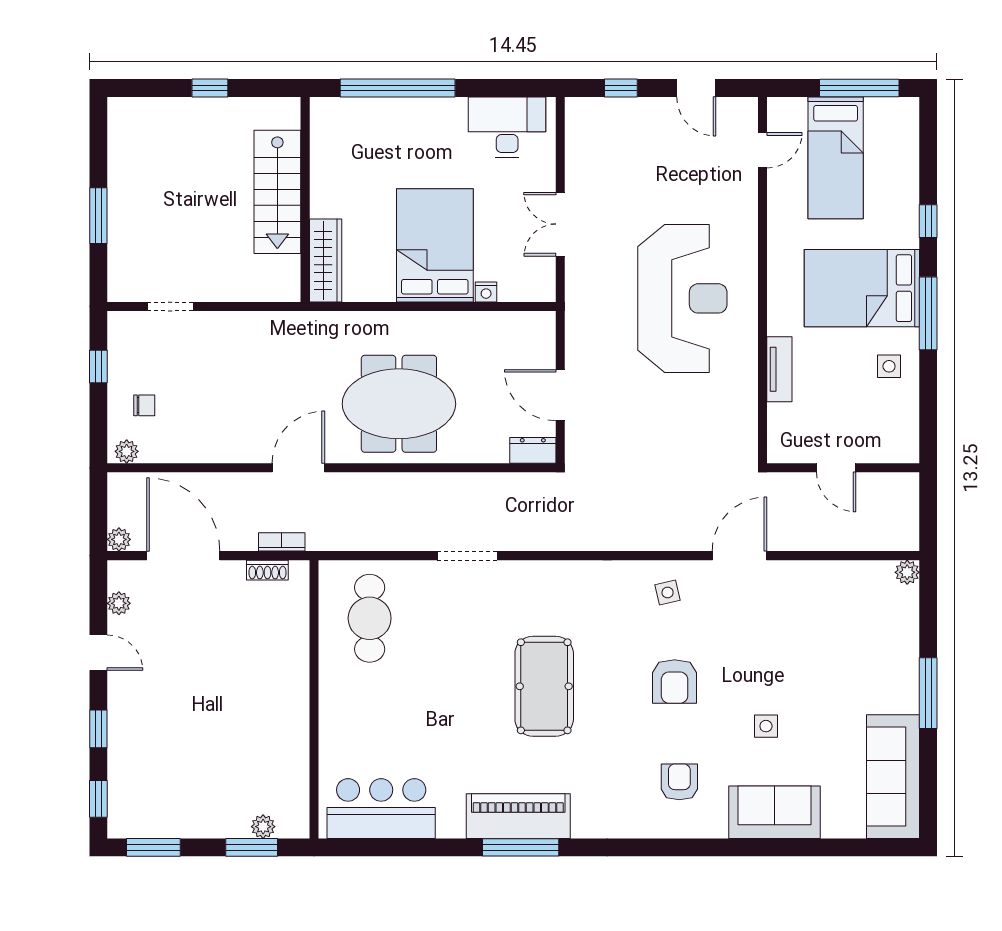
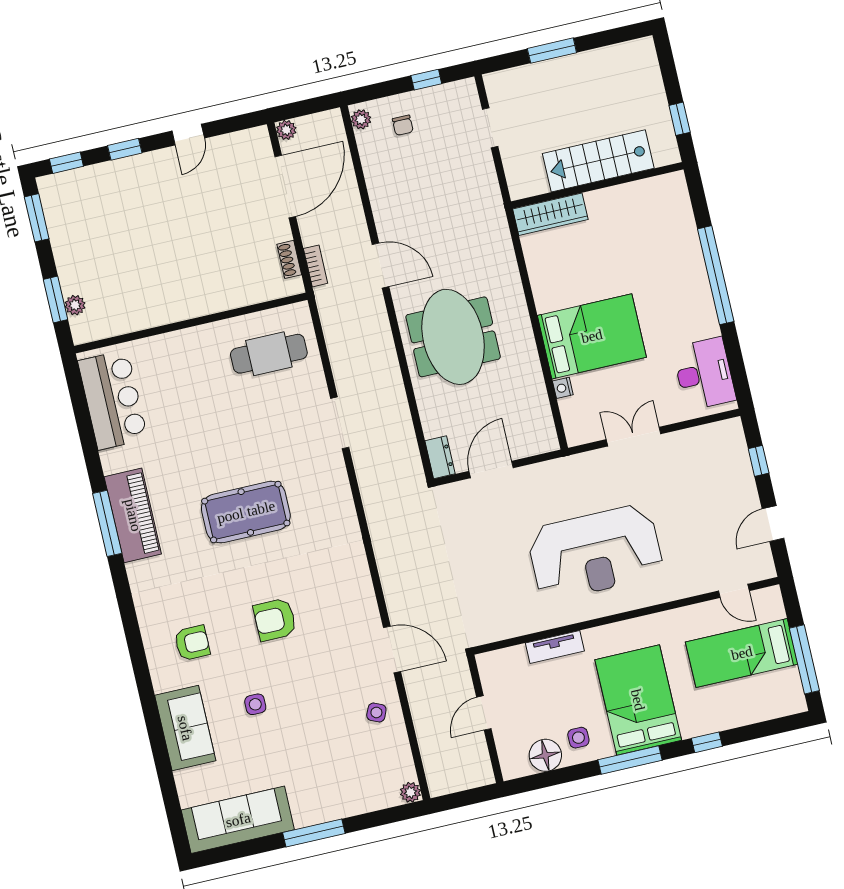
stairs: (277, 192) -> (598, 161), moved
wall: (305, 199) -> (597, 185), moved
wardrobe: (326, 260) -> (550, 214), moved
floor lamp: (901, 409) -> (545, 755), added
side table: (668, 592) -> (376, 712), moved, turned 37
plant: (119, 603) -> (233, 142), removed

